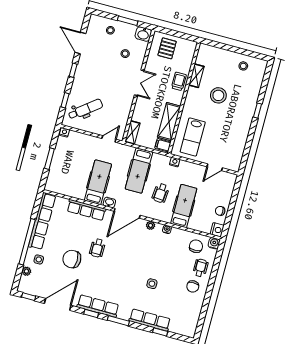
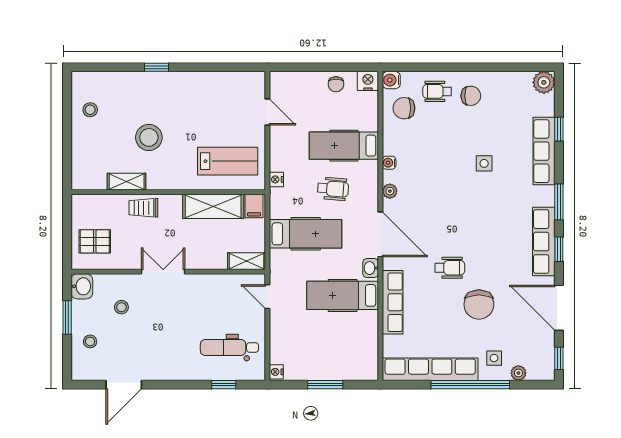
window: (73, 70) -> (171, 385), removed
dental chair: (85, 109) -> (229, 347), turned -52
plant: (189, 330) -> (544, 82), added

